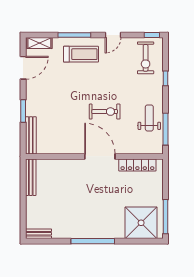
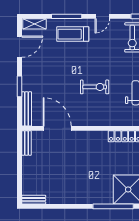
treadmill: (81, 54) -> (73, 34), turned 180
door: (100, 156) -> (57, 128), moved
bench: (31, 177) -> (26, 143), width x0.73
window: (93, 241) -> (113, 206), moved

